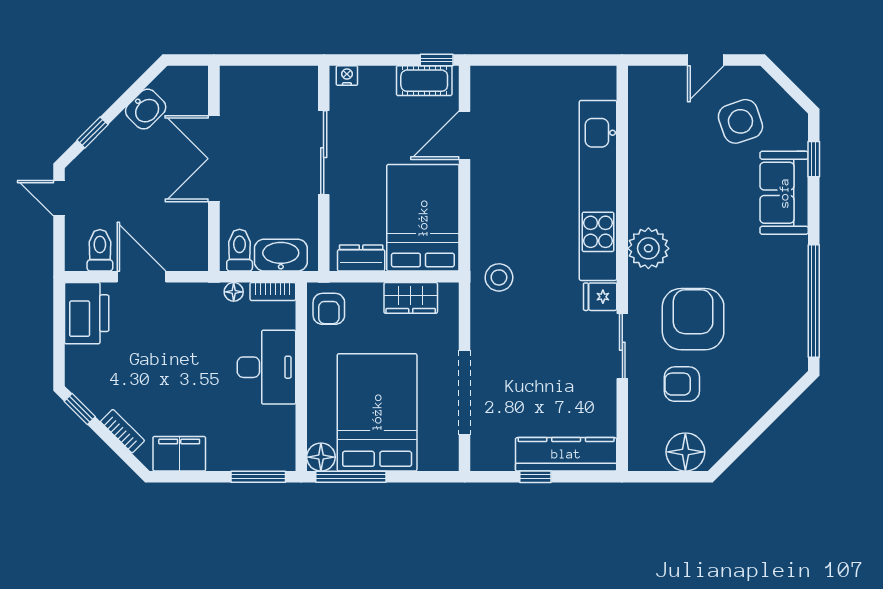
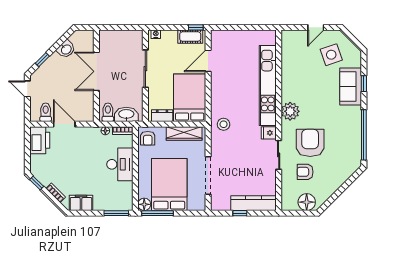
window: (814, 159) -> (364, 84), moved
wardrobe: (411, 298) -> (184, 133), width x1.50

